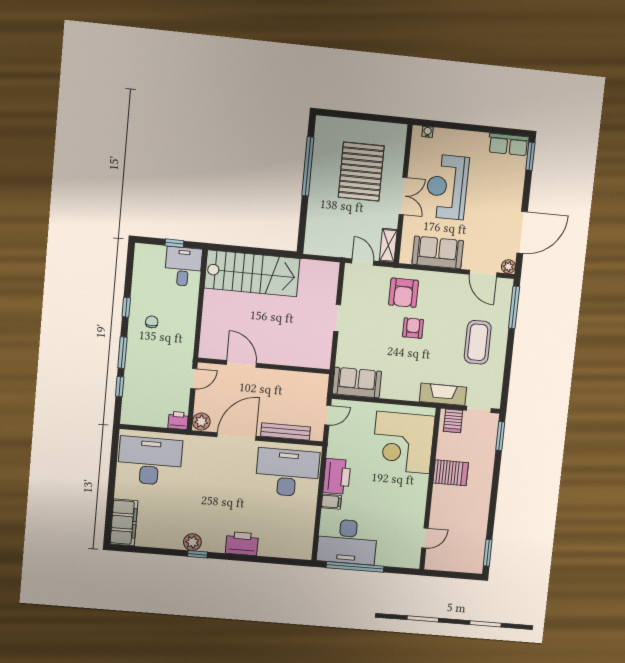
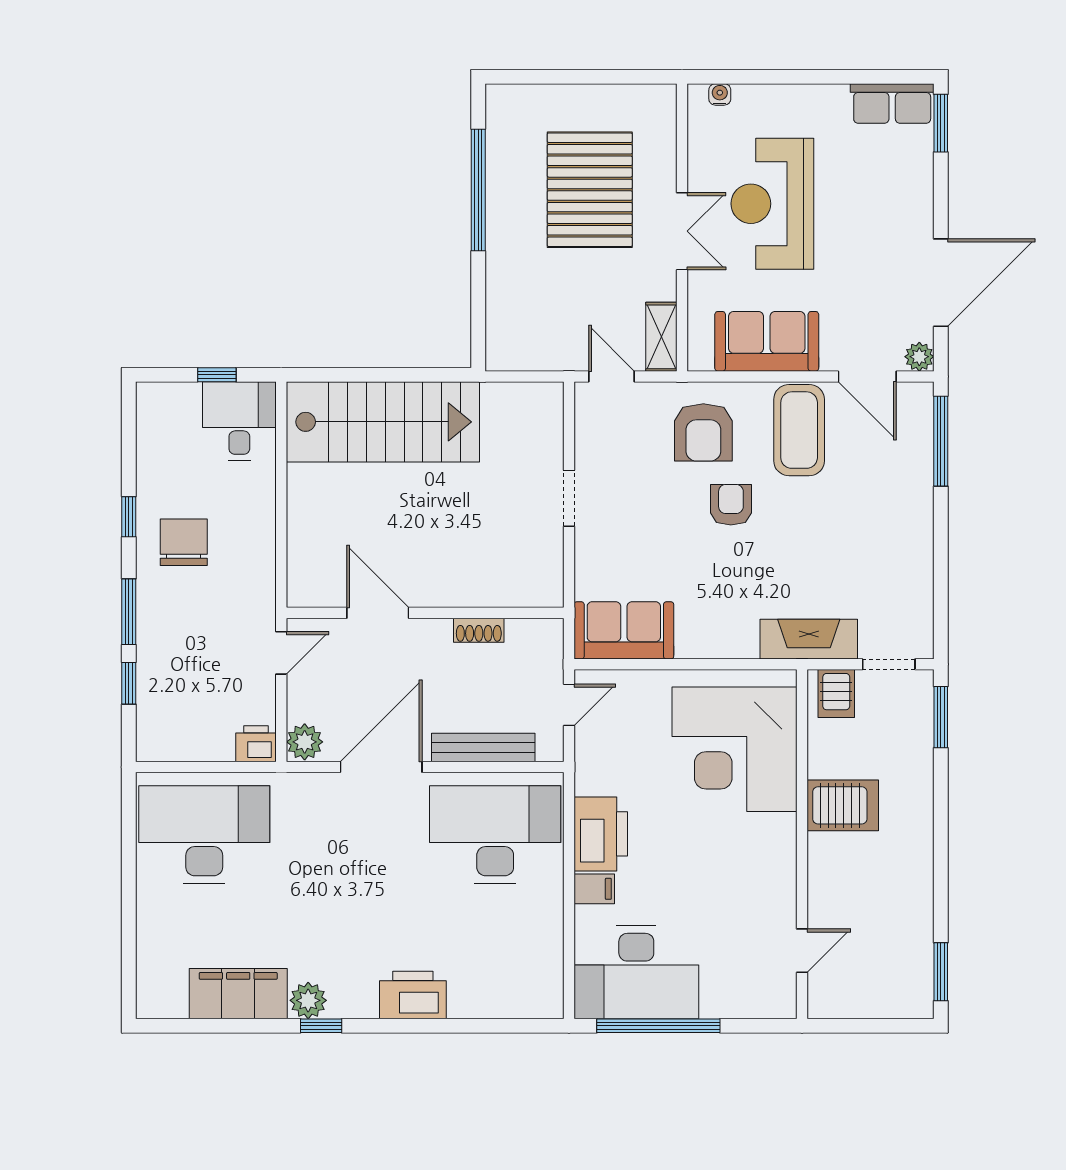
chair: (152, 322) -> (184, 542), width x1.87, depth x1.87
coffee table: (478, 342) -> (799, 430), moved
shoe rack: (289, 376) -> (479, 630), added
filing cabinet: (124, 522) -> (238, 994), moved, turned -90

